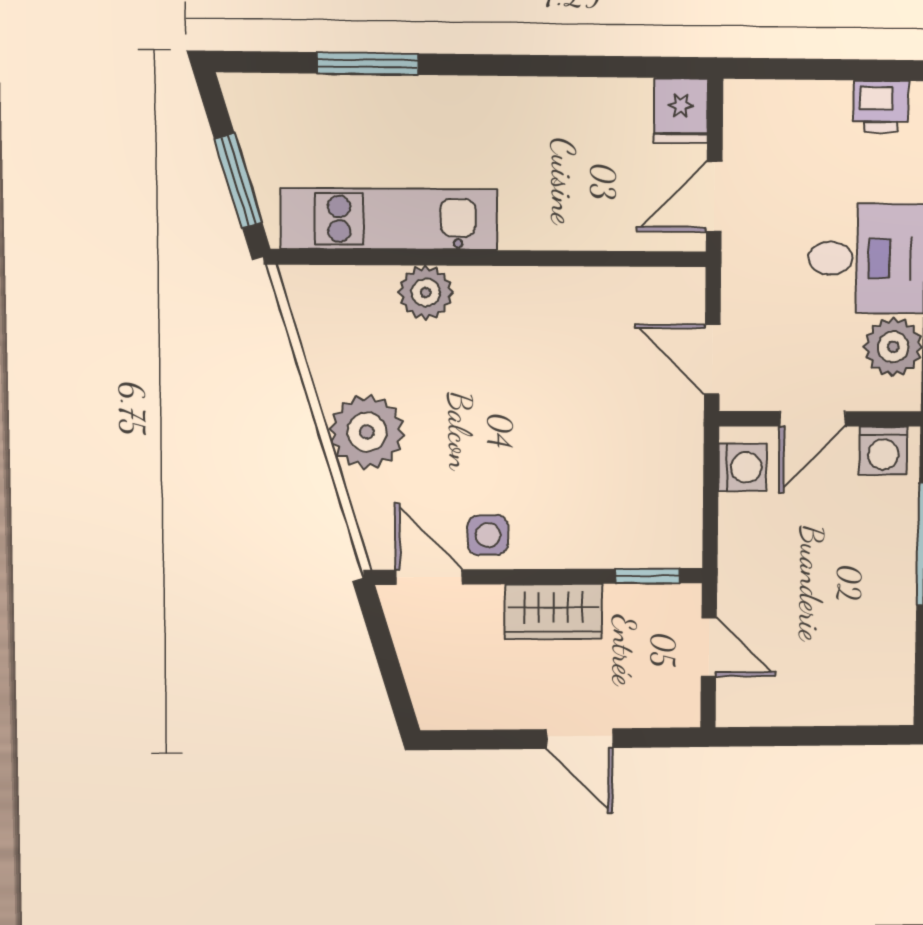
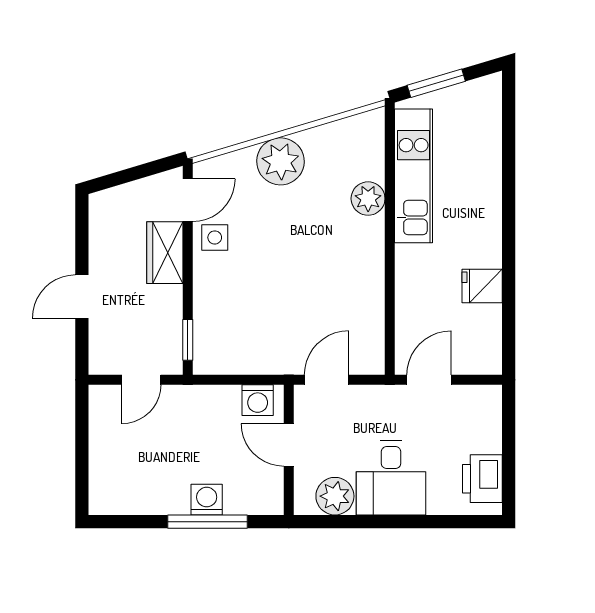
window: (368, 64) -> (509, 163), removed
printer: (881, 106) -> (482, 479), width x1.36, depth x1.24
fridge: (681, 111) -> (482, 286), moved
door: (714, 197) -> (429, 380), hinge flipped
washing machine: (883, 451) -> (207, 500), moved, turned 90
wardrobe: (553, 612) -> (165, 253), moved

